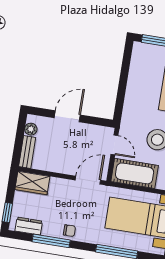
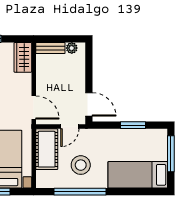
window: (124, 77) -> (133, 125), added
door: (67, 116) -> (89, 104), moved

